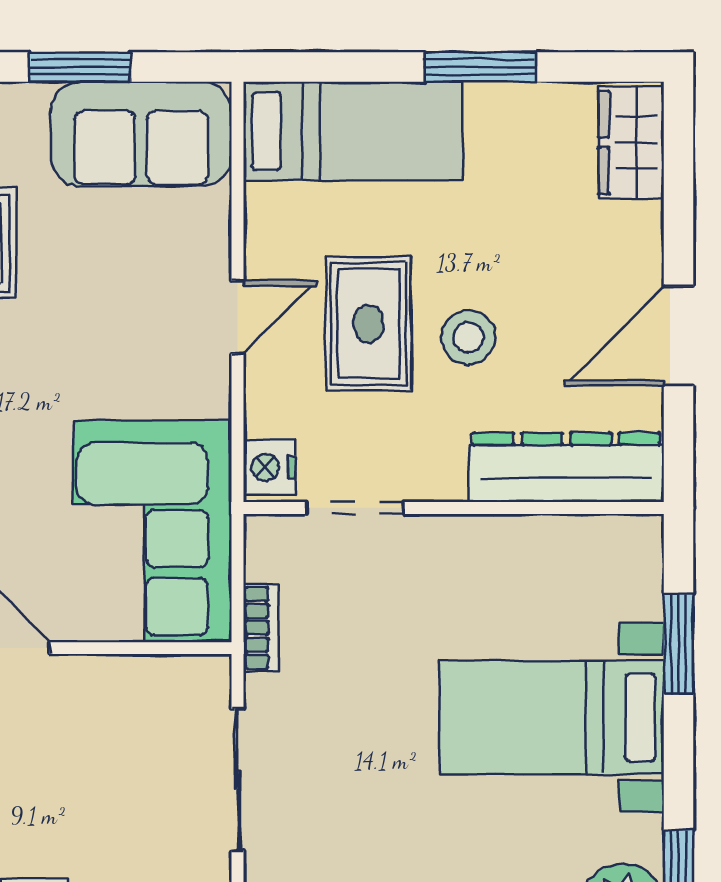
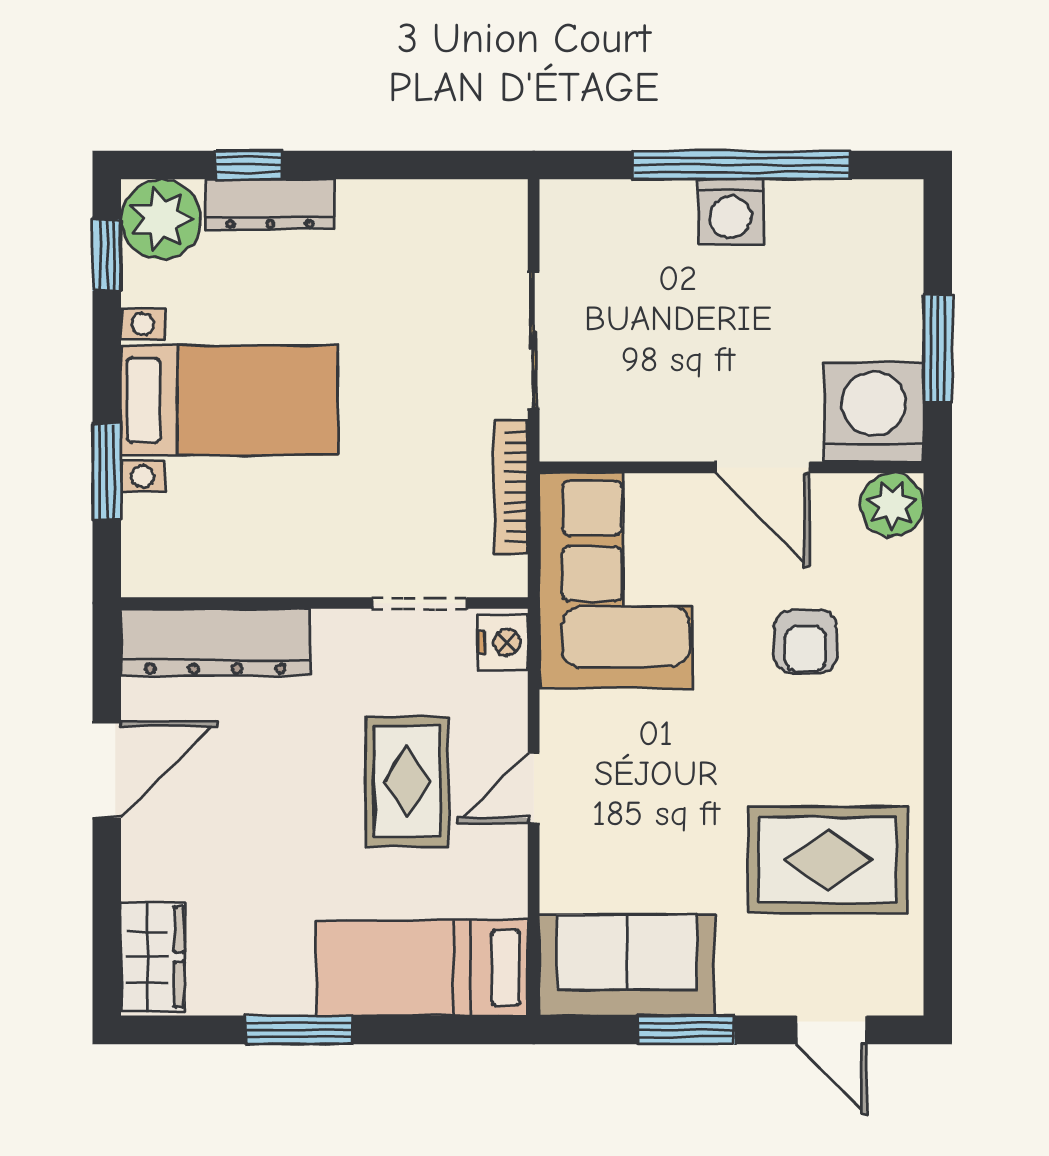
stool: (468, 337) -> (310, 768), removed
bookcase: (261, 628) -> (511, 487), width x1.56

